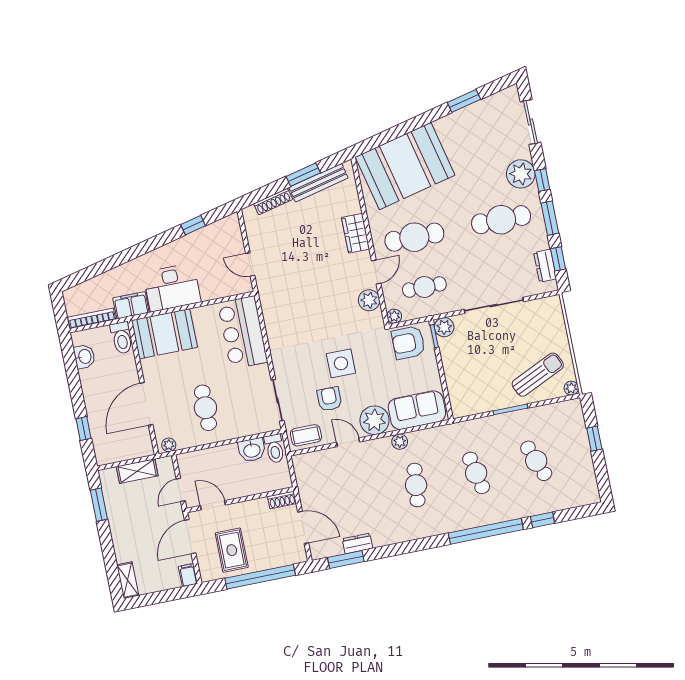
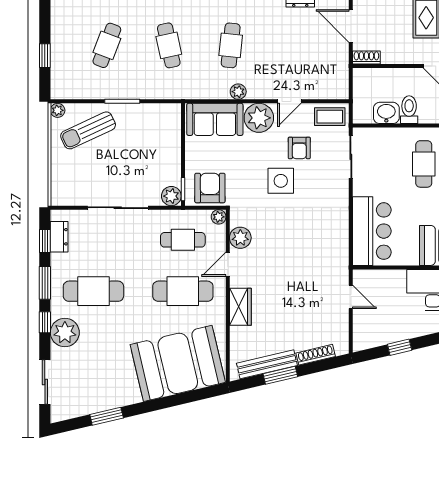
armchair: (408, 343) -> (210, 188), turned -90
door: (348, 442) -> (289, 101), hinge flipped
toilet: (275, 449) -> (409, 110), moved
cafe table: (536, 461) -> (107, 45), turned 42

